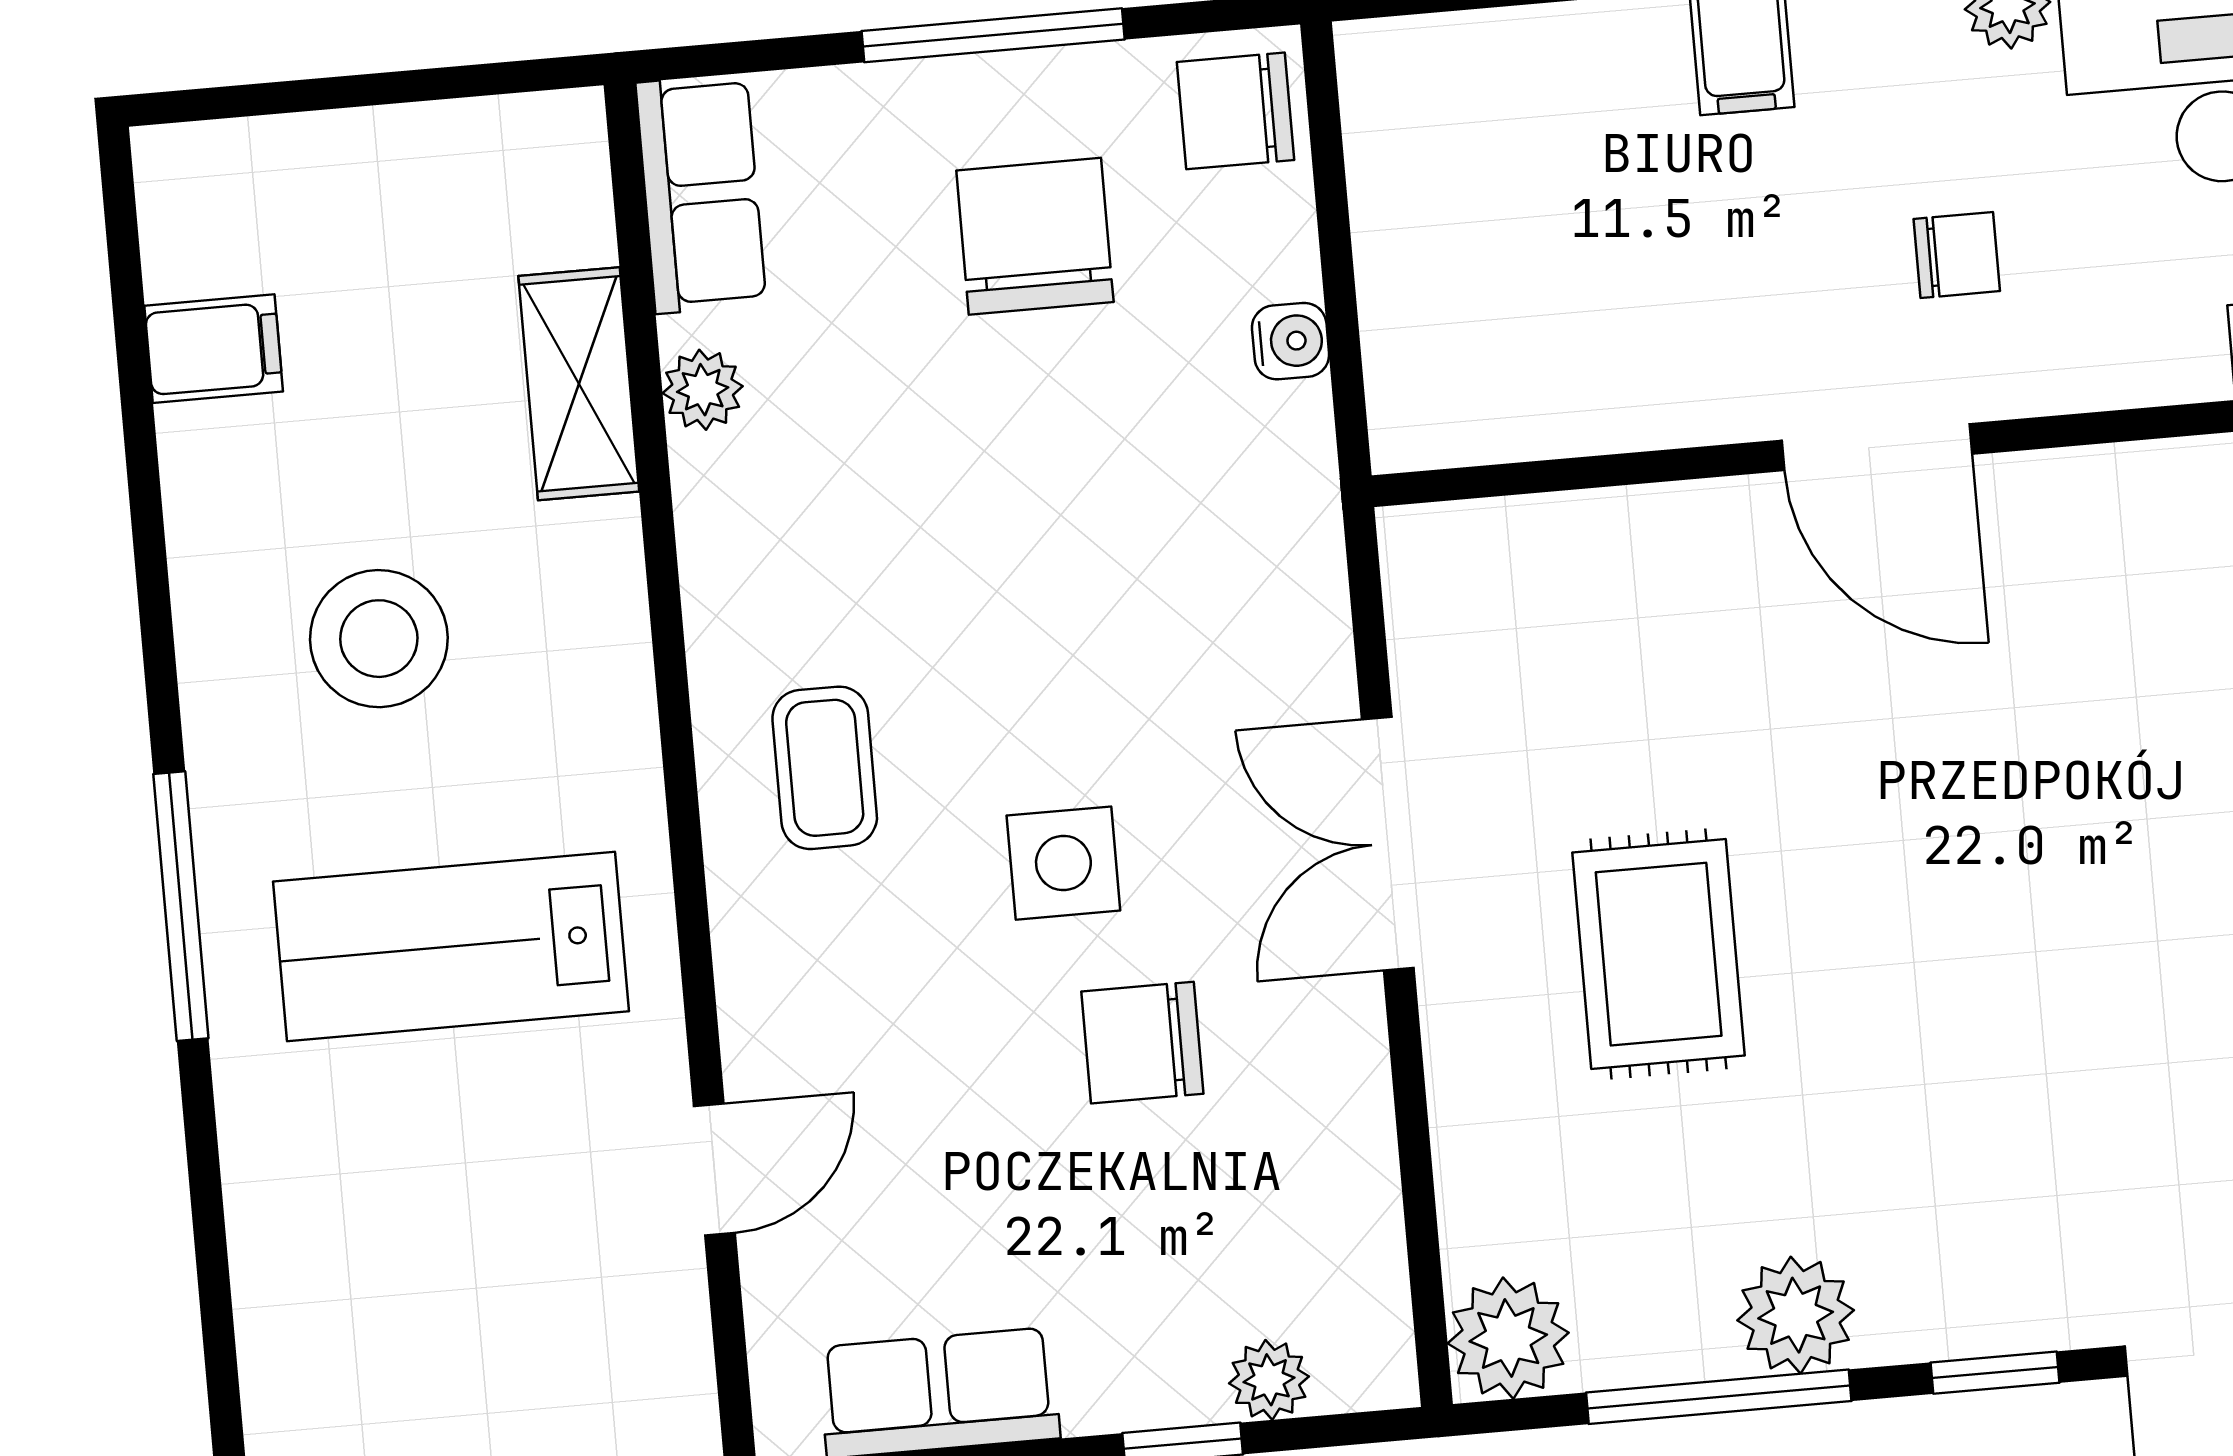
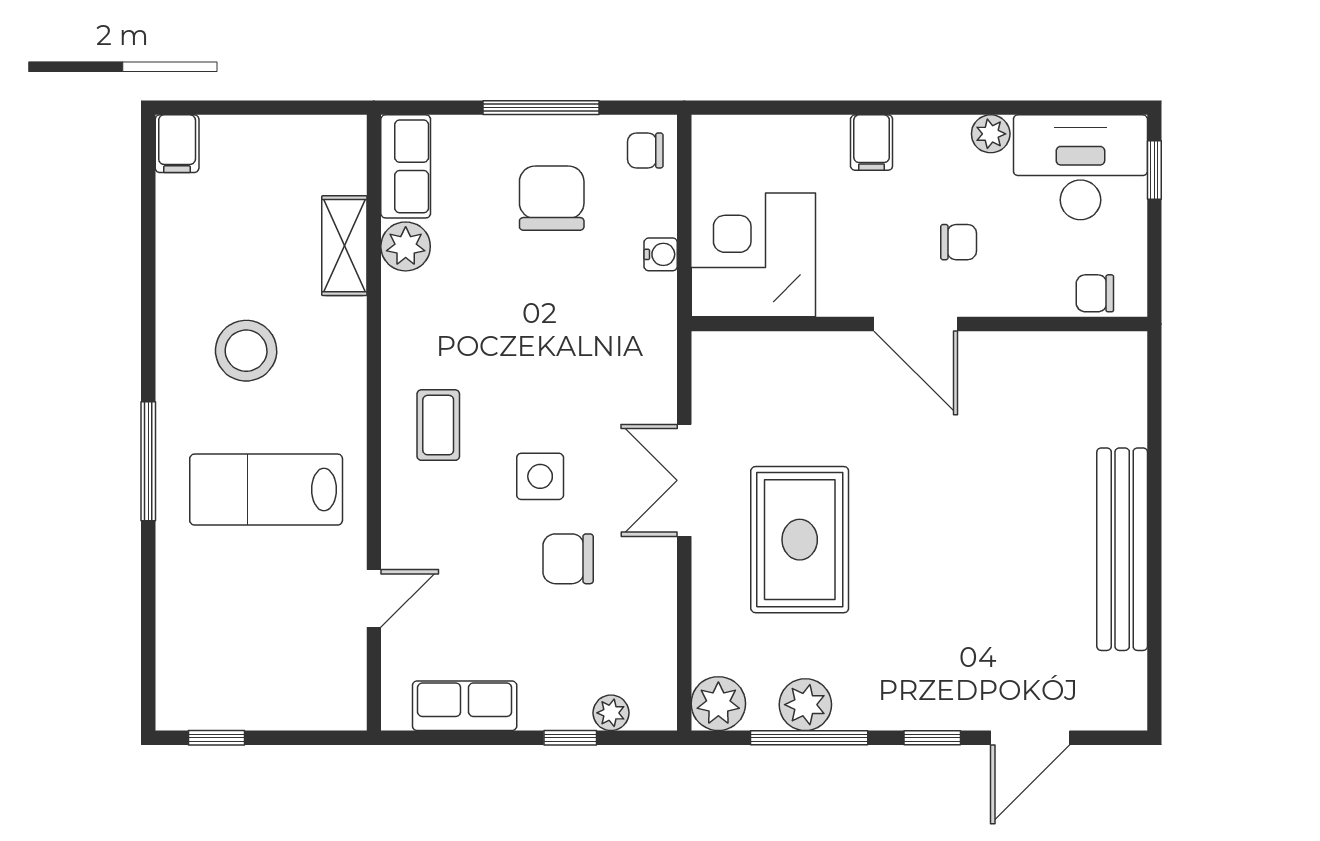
chair: (1235, 111) -> (645, 150), width x0.73, depth x0.73
corner desk: (1498, 324) -> (753, 255), added
filing cabinet: (214, 349) -> (177, 144), moved, turned 90
plant: (703, 390) -> (406, 246), width x1.38, depth x1.38
rug: (1659, 954) -> (800, 540), width x1.36, depth x1.43
plant: (1796, 1315) -> (805, 705), moved

